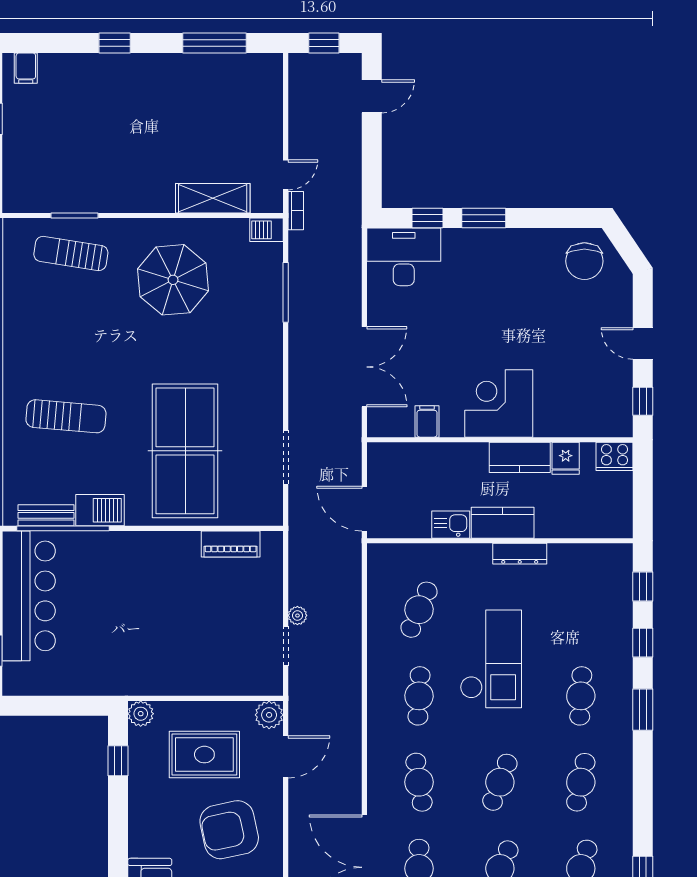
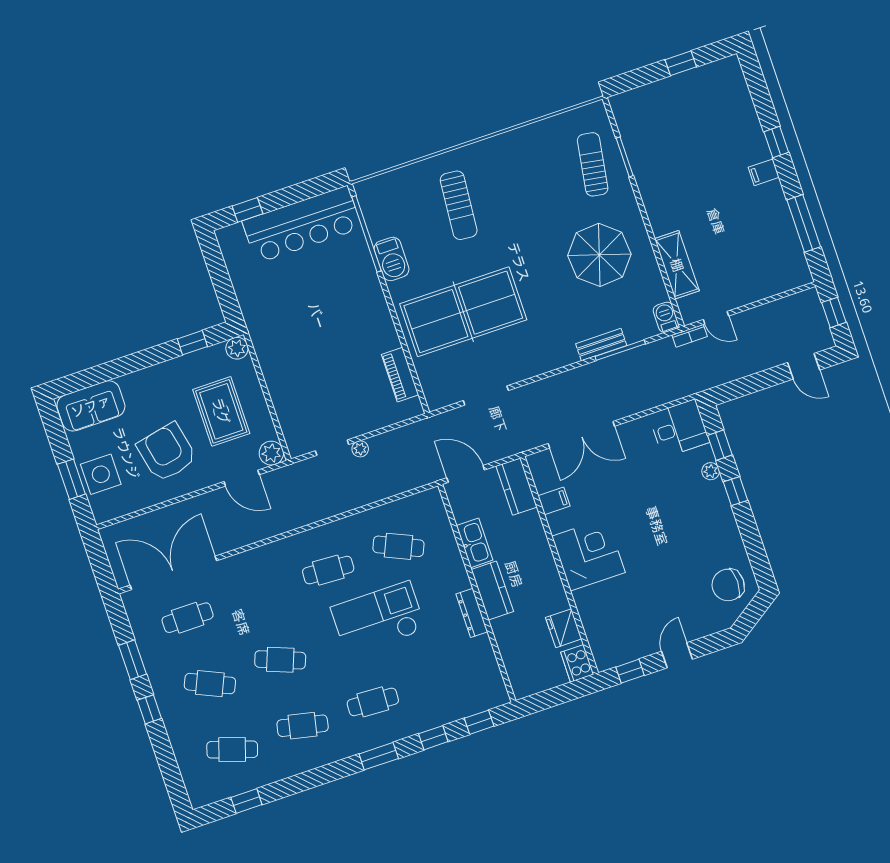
filing cabinet: (26, 68) -> (764, 172), moved
window: (484, 218) -> (736, 491), width x0.67
plant: (453, 238) -> (711, 471), added
desk: (404, 257) -> (679, 428), width x0.73
kitchen counter: (520, 457) -> (517, 487), moved
fridge: (566, 458) -> (564, 628), width x1.38
door: (364, 509) -> (466, 474), hinge flipped
bench: (46, 515) -> (601, 345), moved, turned 90
kitchen sink: (451, 525) -> (475, 543), width x1.38
checkout: (491, 659) -> (378, 618), turned 180
cafe table: (419, 782) -> (258, 594), removed

